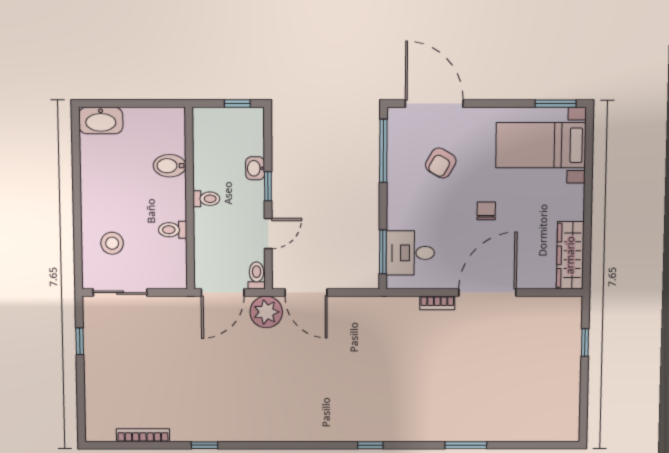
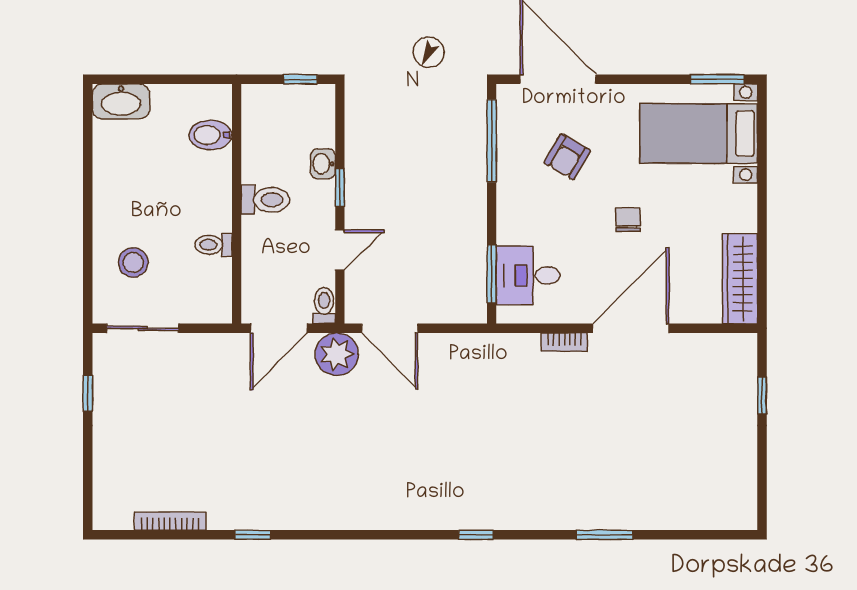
bidet: (170, 166) -> (211, 135), moved
toilet: (206, 199) -> (265, 200), width x1.37, depth x1.39

